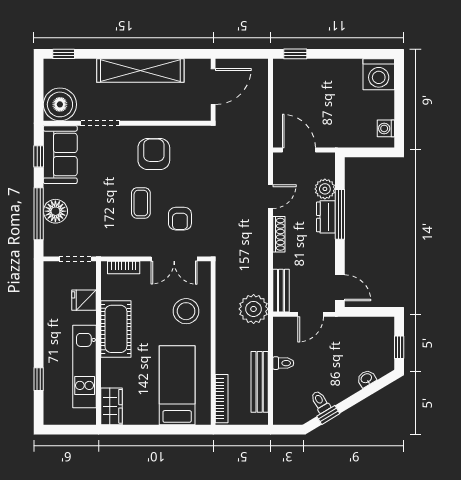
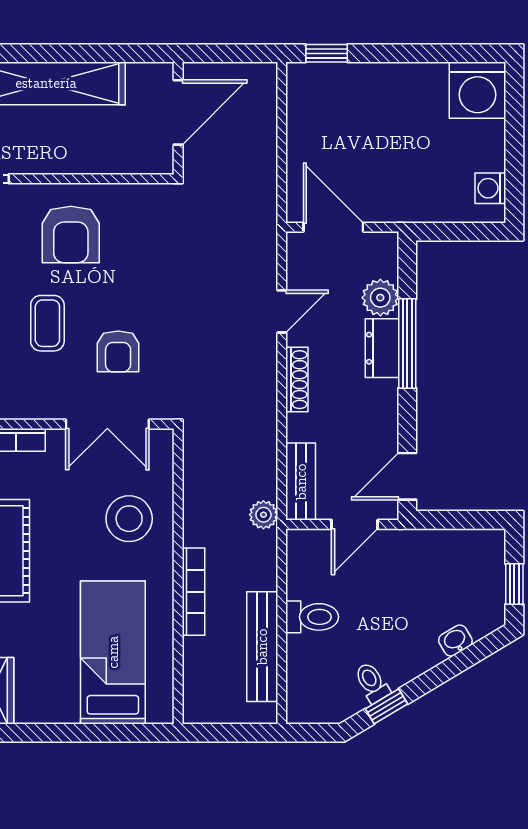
armchair: (154, 154) -> (71, 234), turned 180
door: (340, 288) -> (407, 476), swing flipped
plant: (254, 309) -> (263, 515), width x0.53, depth x0.53
toilet: (283, 363) -> (312, 617), width x1.37, depth x1.39
bookcase: (222, 399) -> (193, 592), moved

